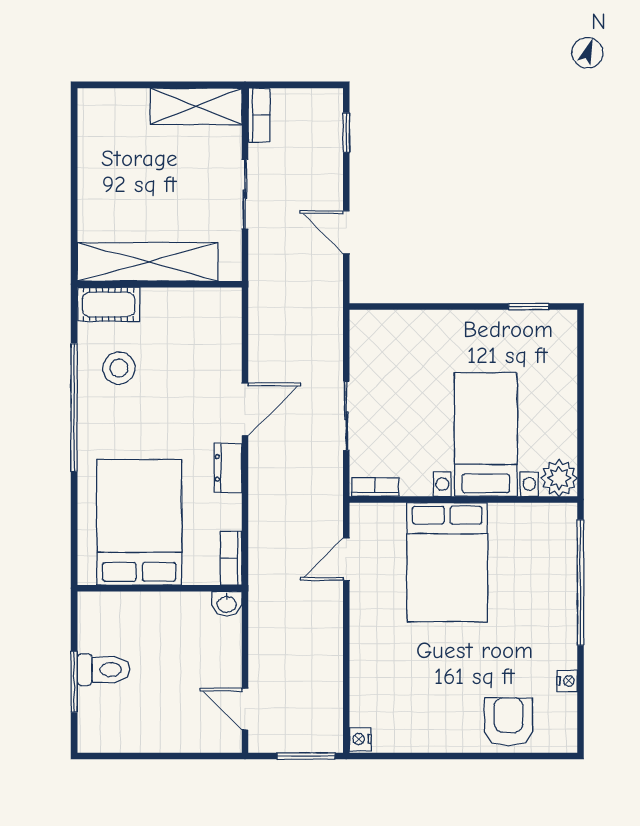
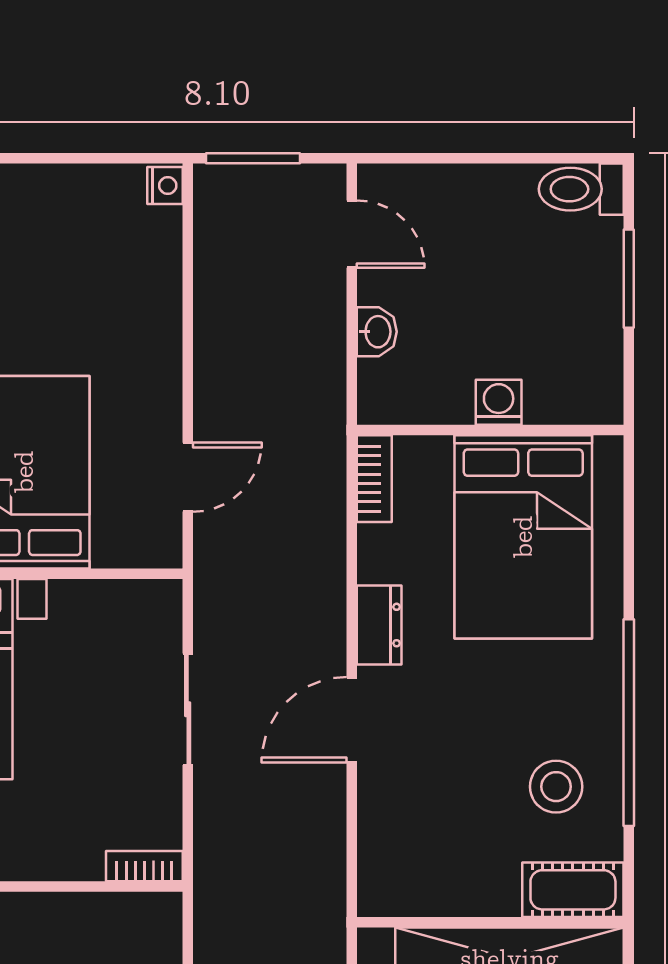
bookcase: (375, 487) -> (144, 866), moved, turned 180
washbasin: (227, 604) -> (377, 332), moved, turned 90
washing machine: (154, 605) -> (499, 402), added
toilet: (103, 670) -> (581, 189), moved

